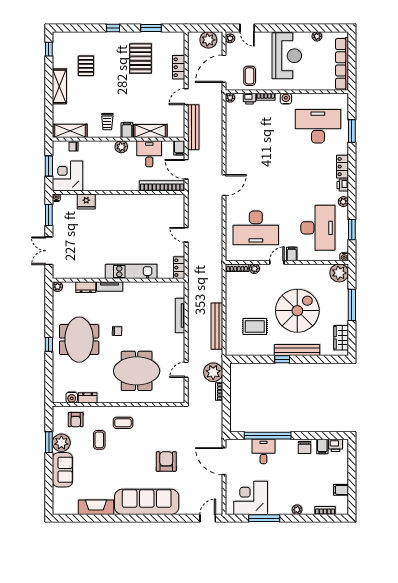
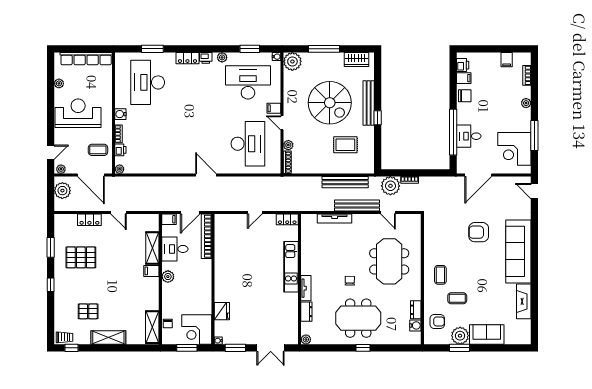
trolley: (107, 122) -> (64, 337), moved
bench: (193, 127) -> (357, 206), moved
spiral stairs: (297, 311) -> (330, 103), turned 180
rug: (255, 327) -> (345, 145), turned 90

